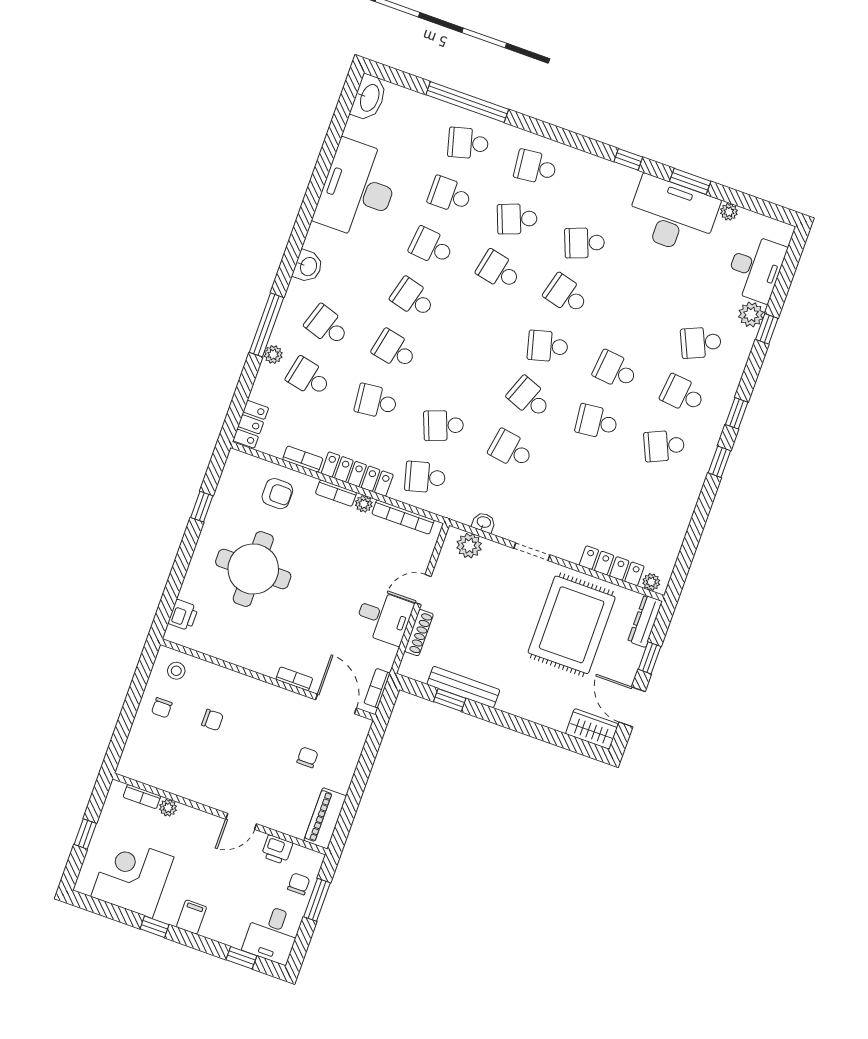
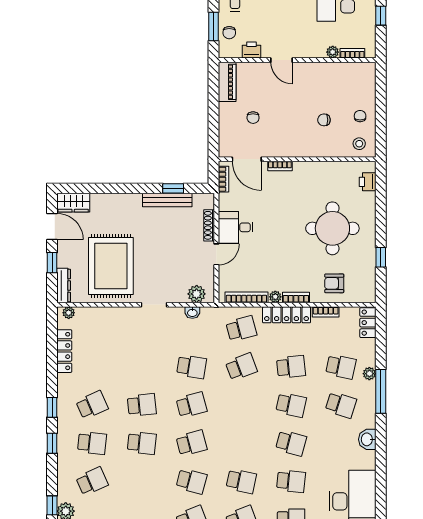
school desk: (529, 398) -> (192, 405), turned -36
locker: (612, 566) -> (64, 351), moved, turned -90
door: (241, 821) -> (281, 60), swing flipped

